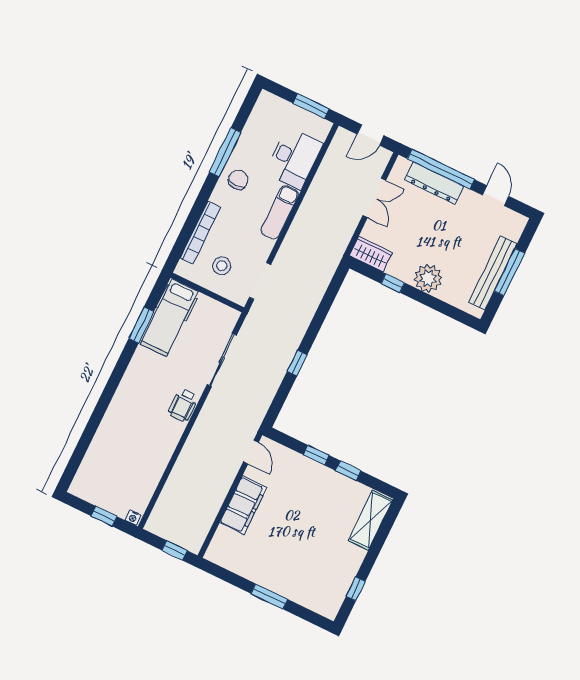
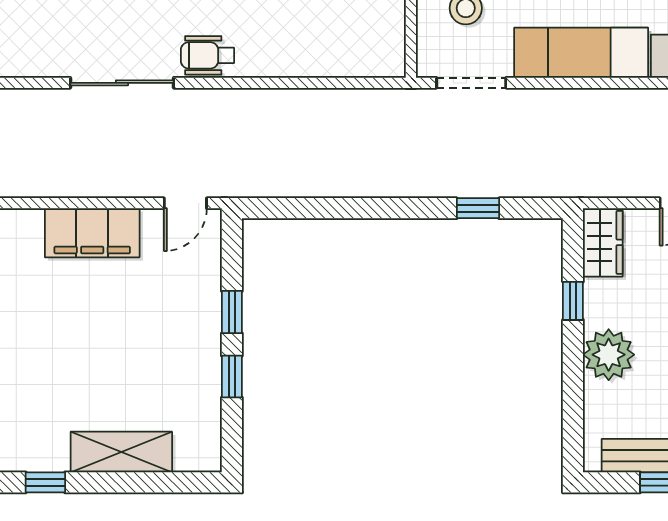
exam couch: (280, 212) -> (581, 53), width x1.36, depth x1.45
sliding door: (222, 360) -> (122, 83), moved
window: (297, 363) -> (478, 208), moved
shelving: (370, 520) -> (121, 452), moved

